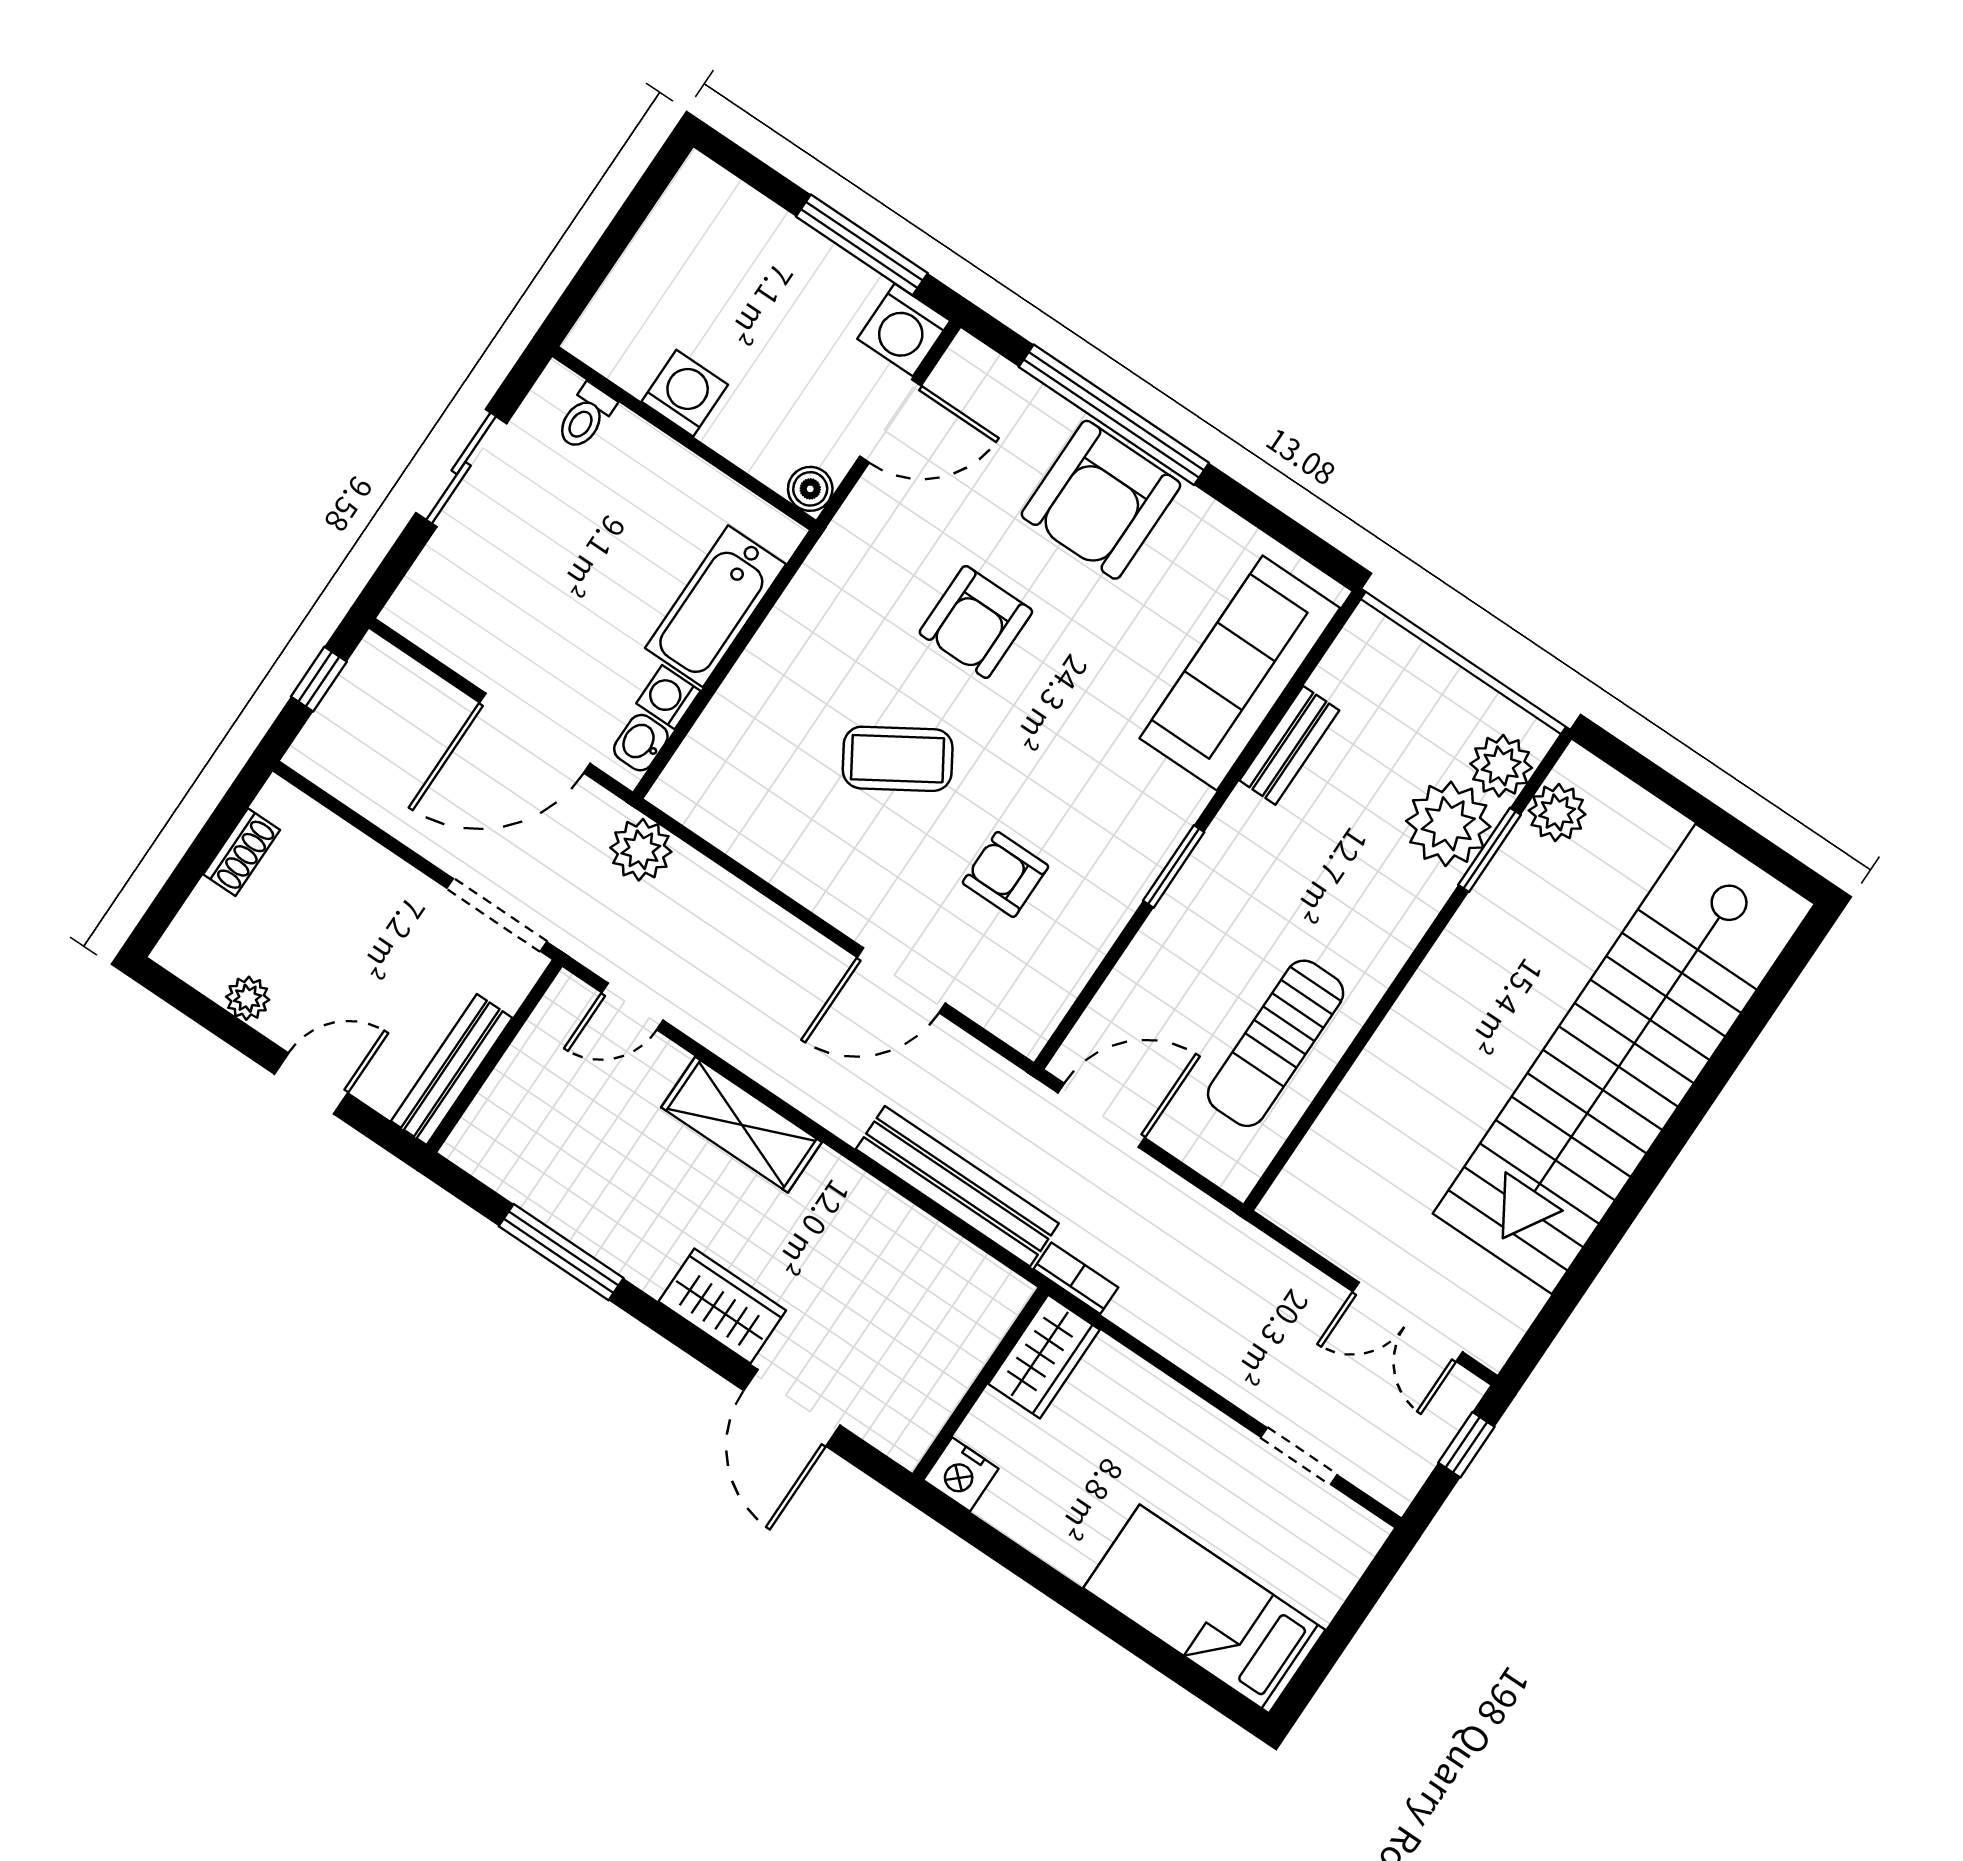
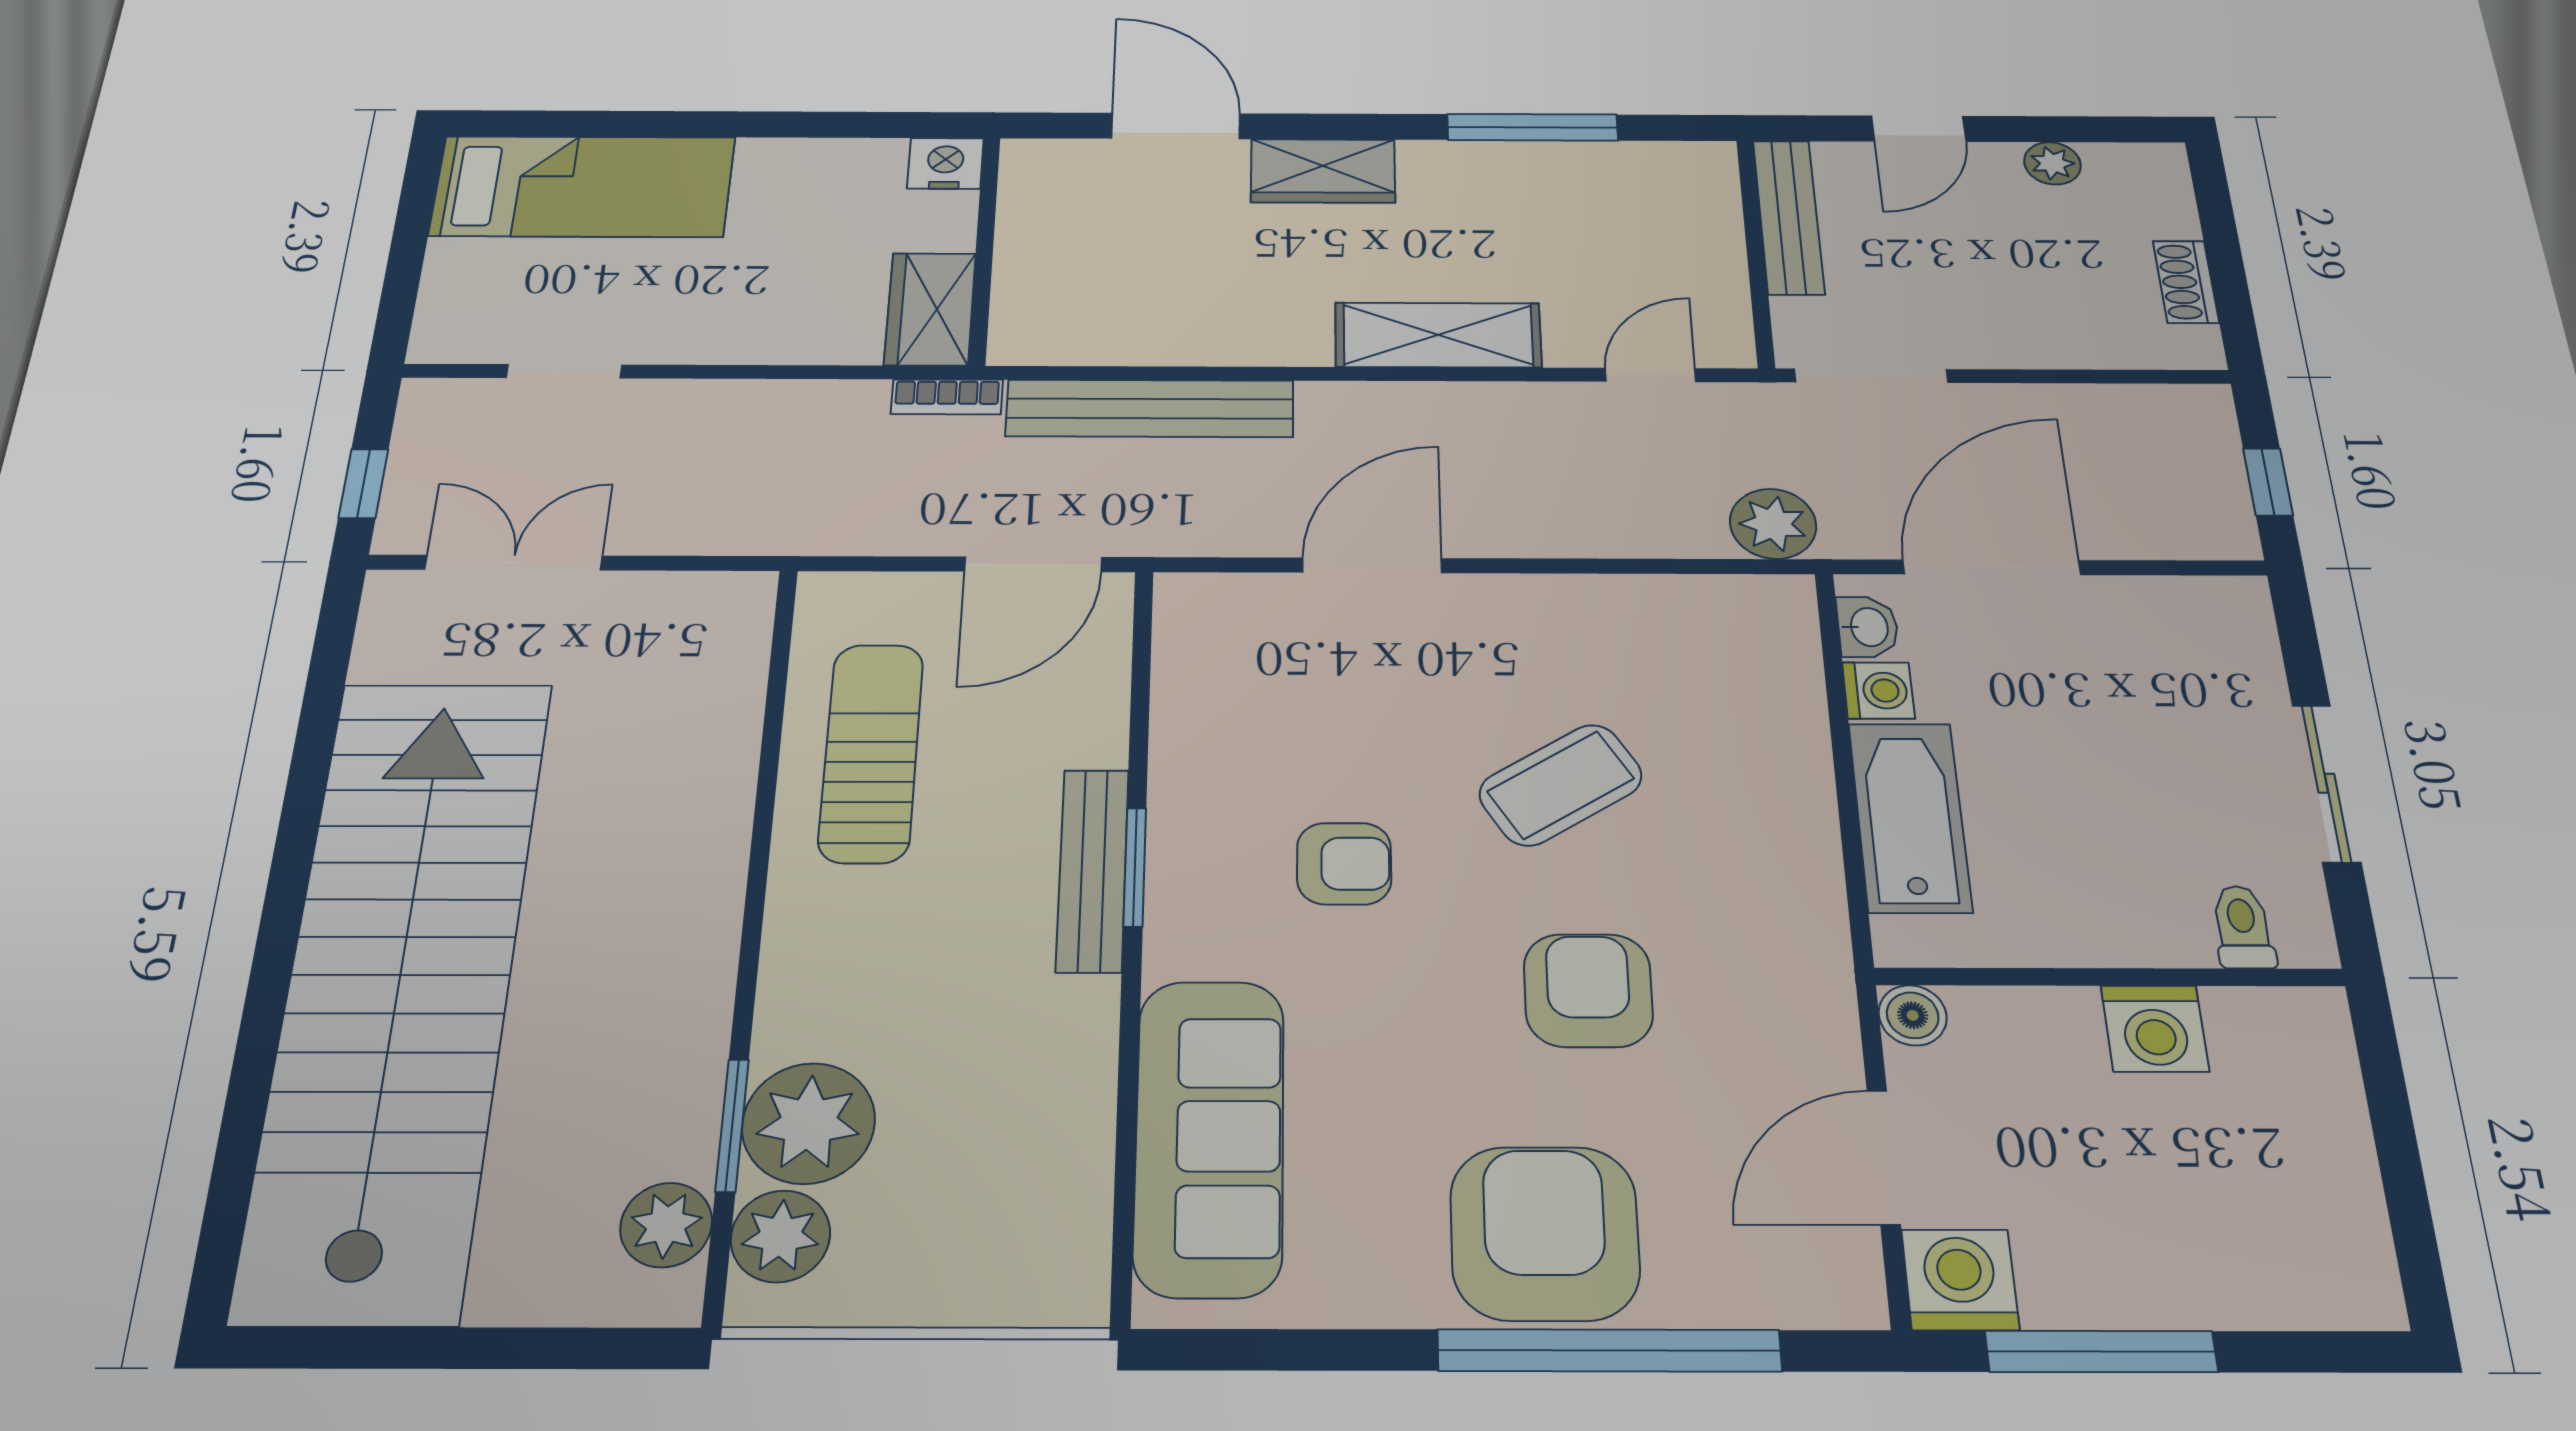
bench: (1289, 745) -> (1093, 870), moved, width x1.36
armchair: (1005, 874) -> (1344, 864), moved

